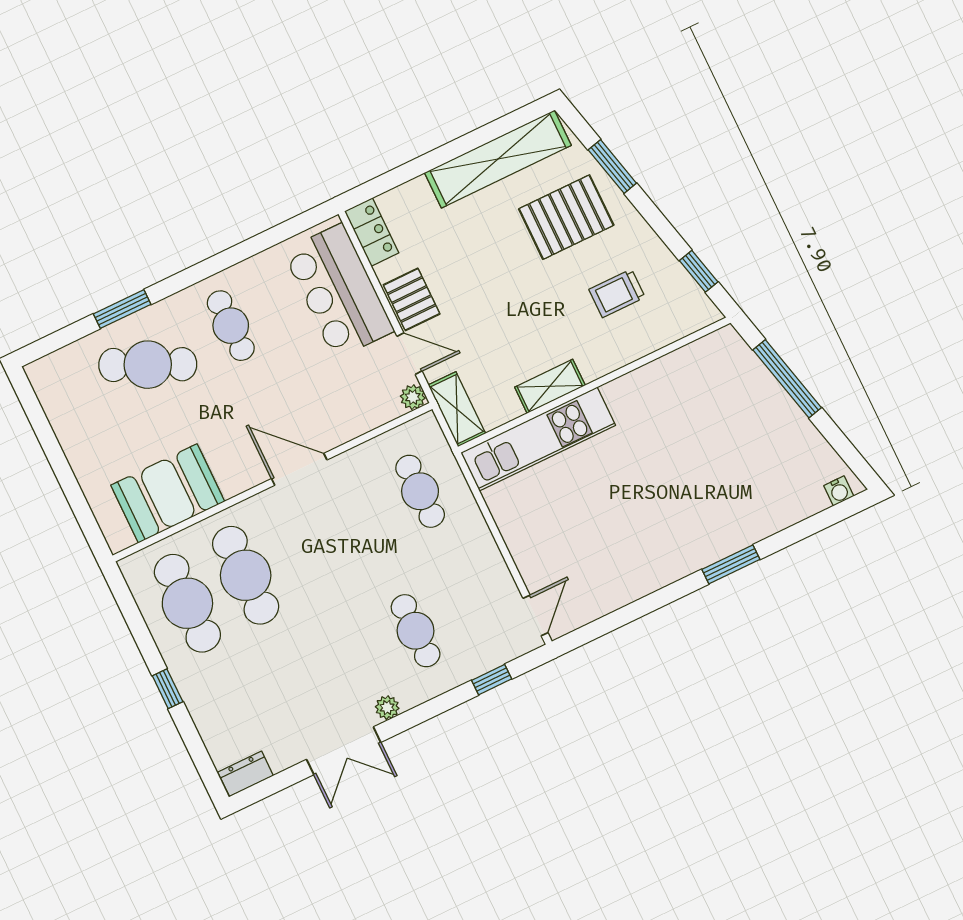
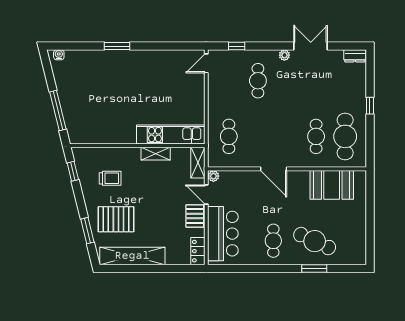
cafe table: (246, 575) -> (316, 136), width x0.73, depth x0.74

